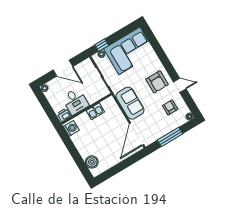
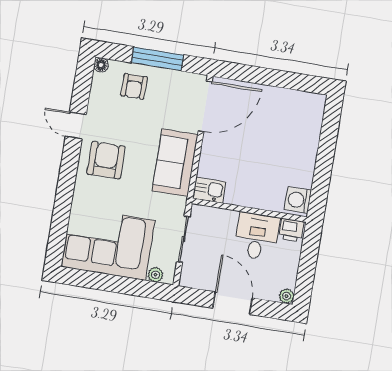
window: (102, 45) -> (143, 288), removed
armchair: (170, 107) -> (134, 86), moved
kitchen sink: (95, 111) -> (209, 190), moved
boiler: (92, 162) -> (310, 122), removed

